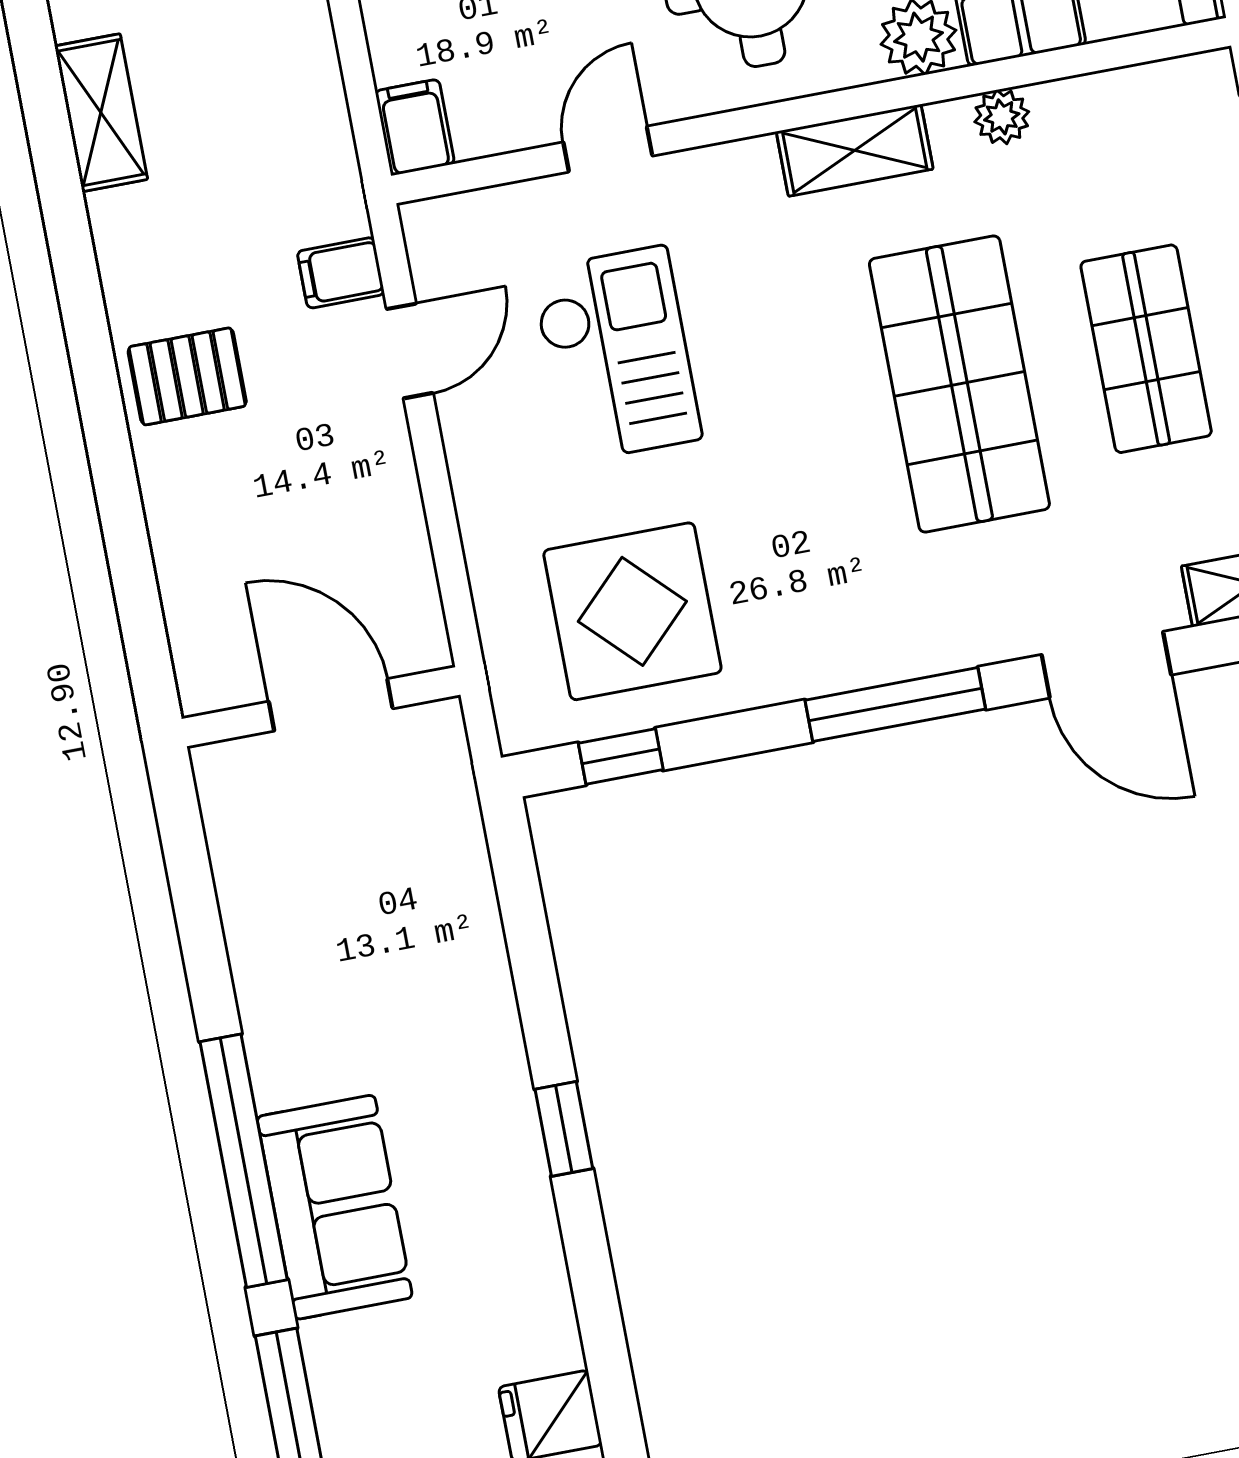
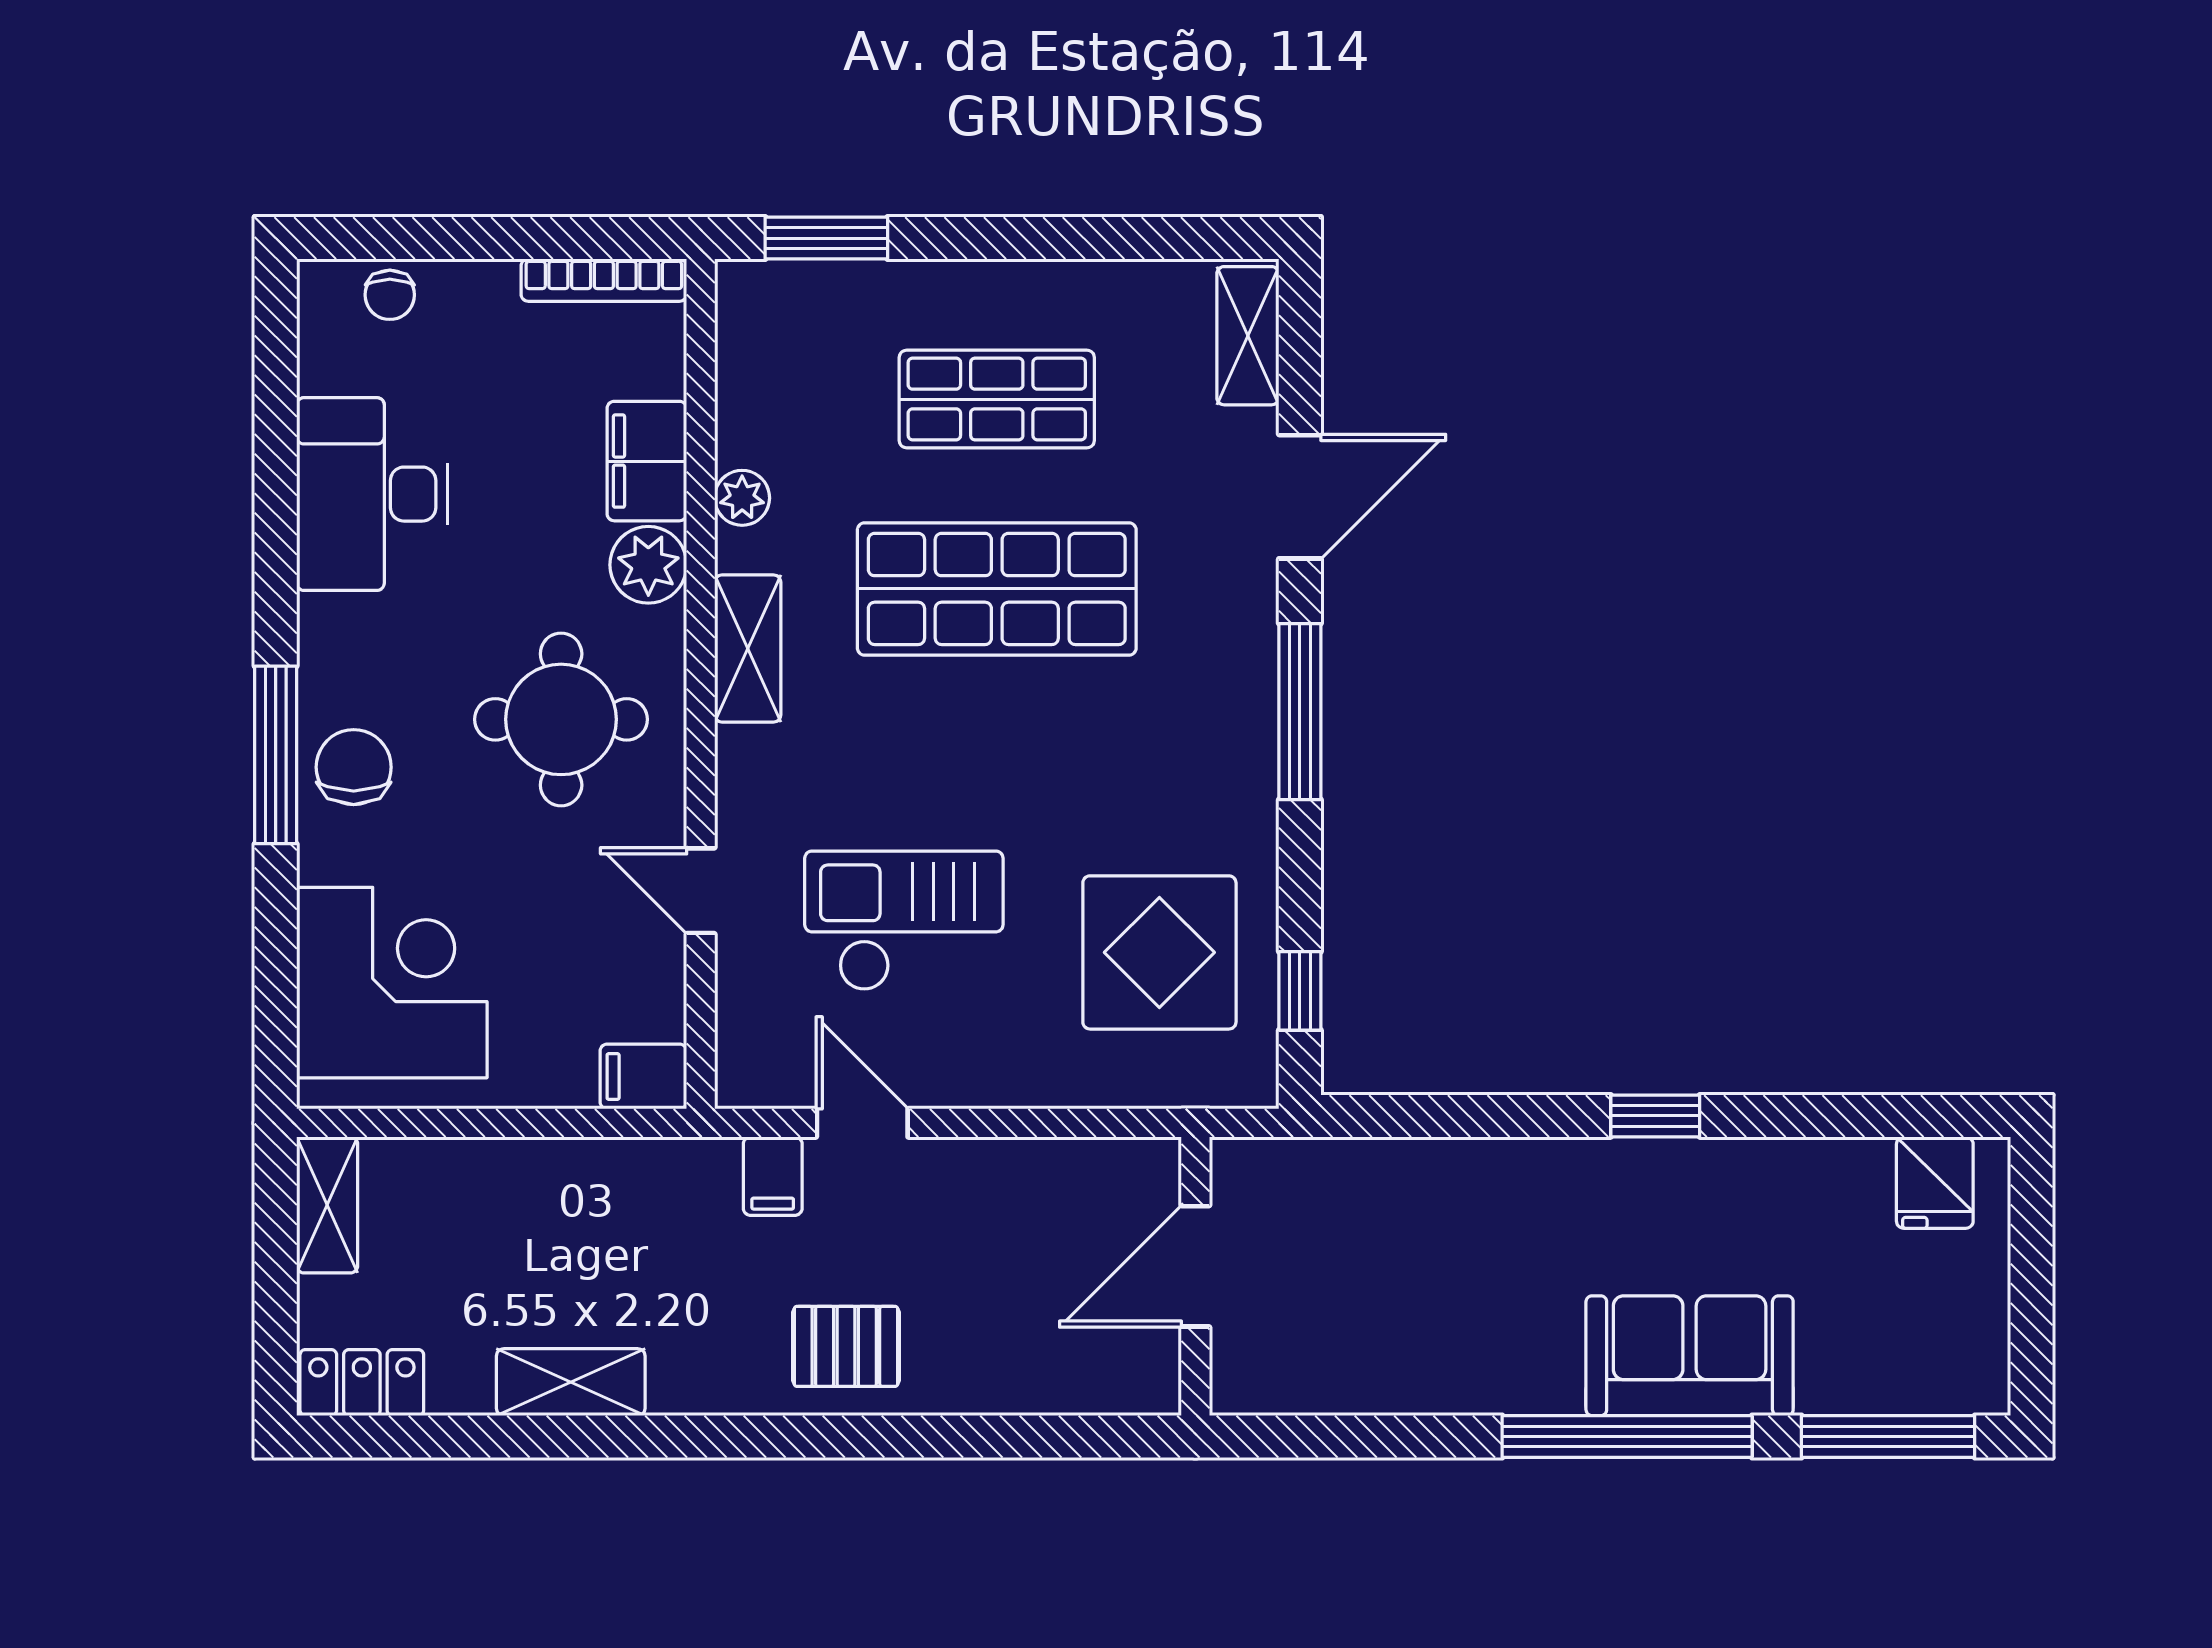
pallet: (187, 376) -> (846, 1346), turned 90

